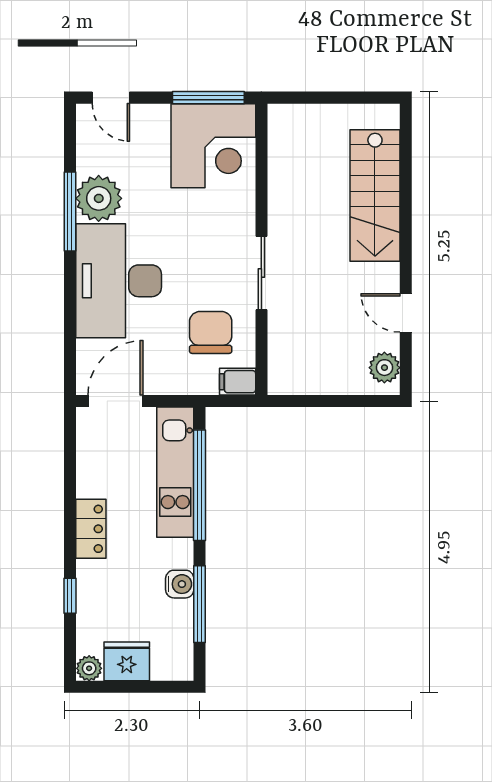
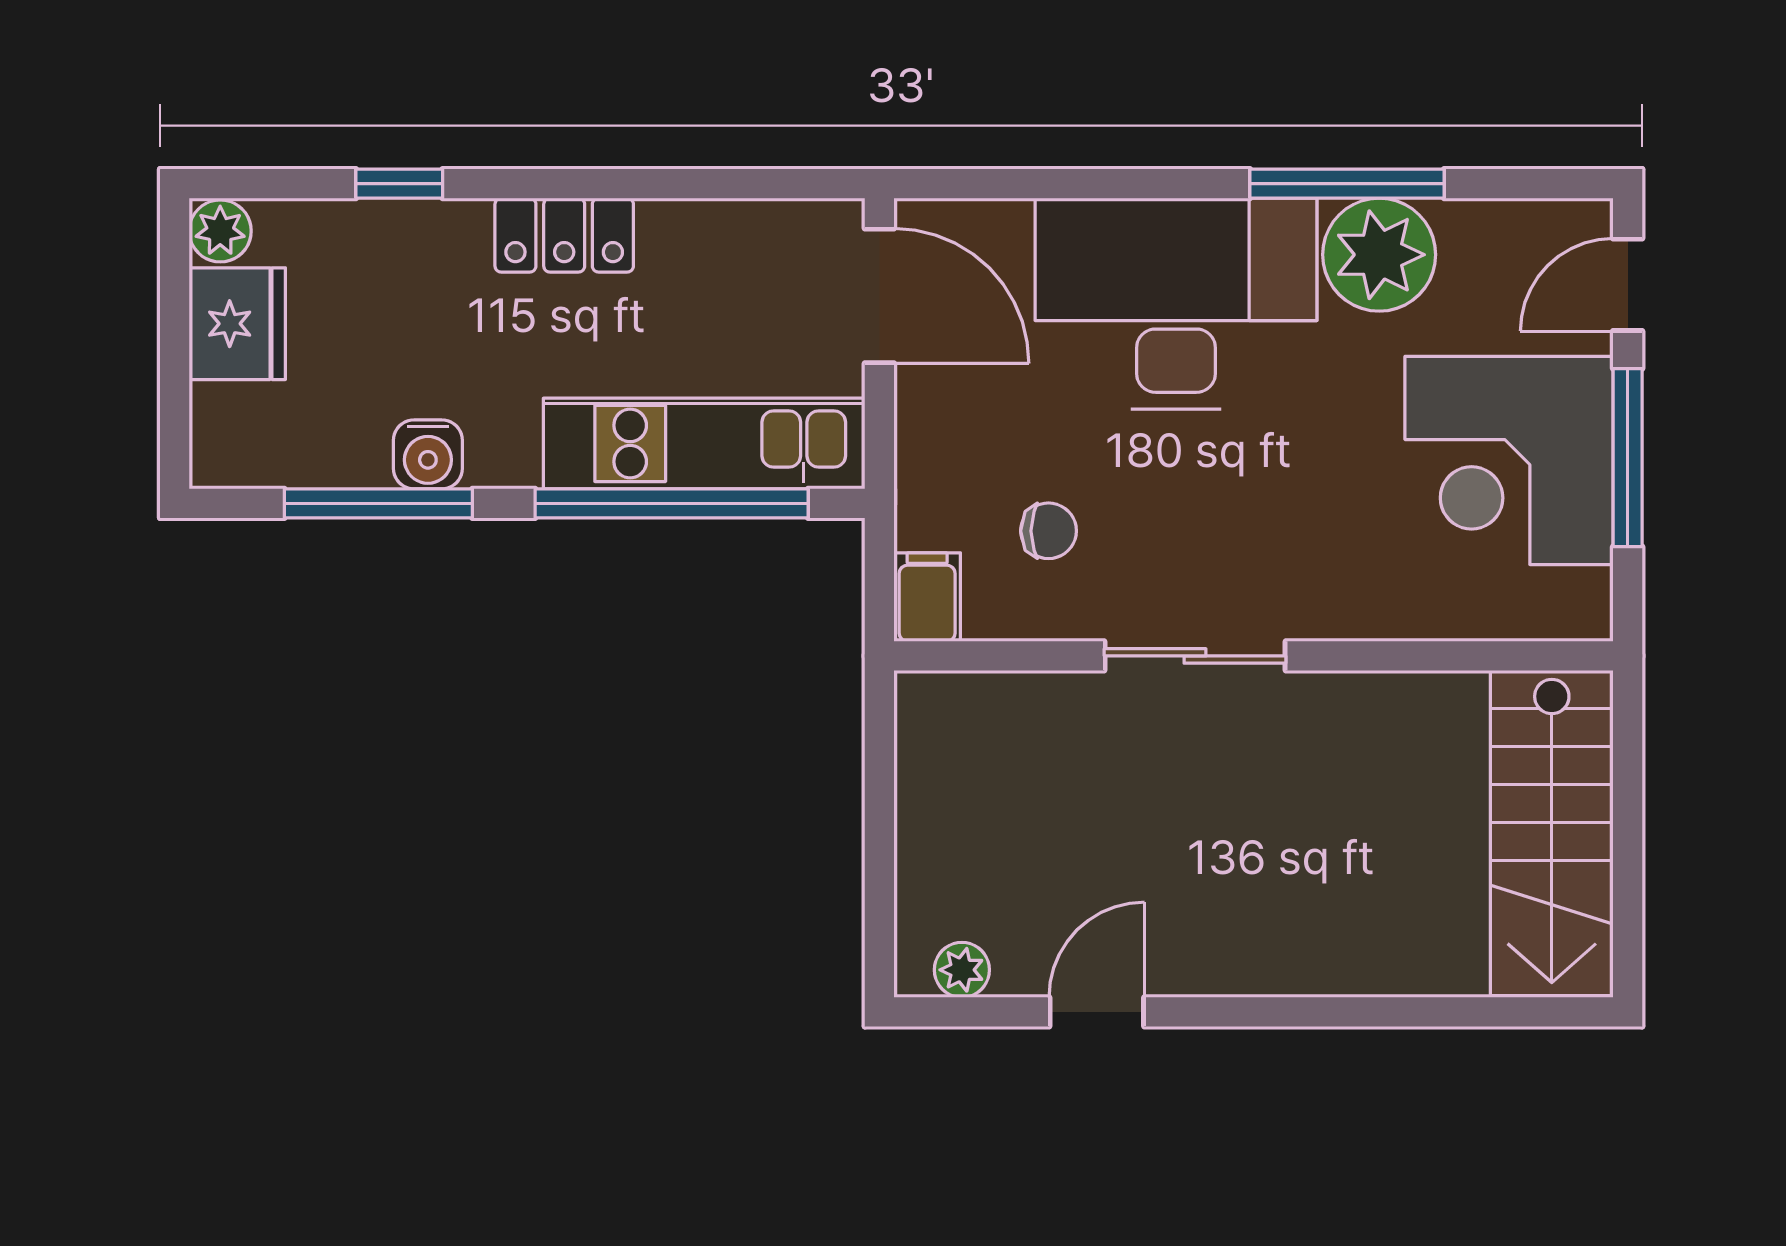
window: (208, 98) -> (1628, 458), moved
corner desk: (213, 146) -> (1509, 460), moved
stairs: (375, 196) -> (1552, 833), moved, turned -90
chair: (211, 332) -> (1049, 531), width x0.54, depth x0.54
plant: (384, 368) -> (962, 970), width x0.73, depth x0.73

